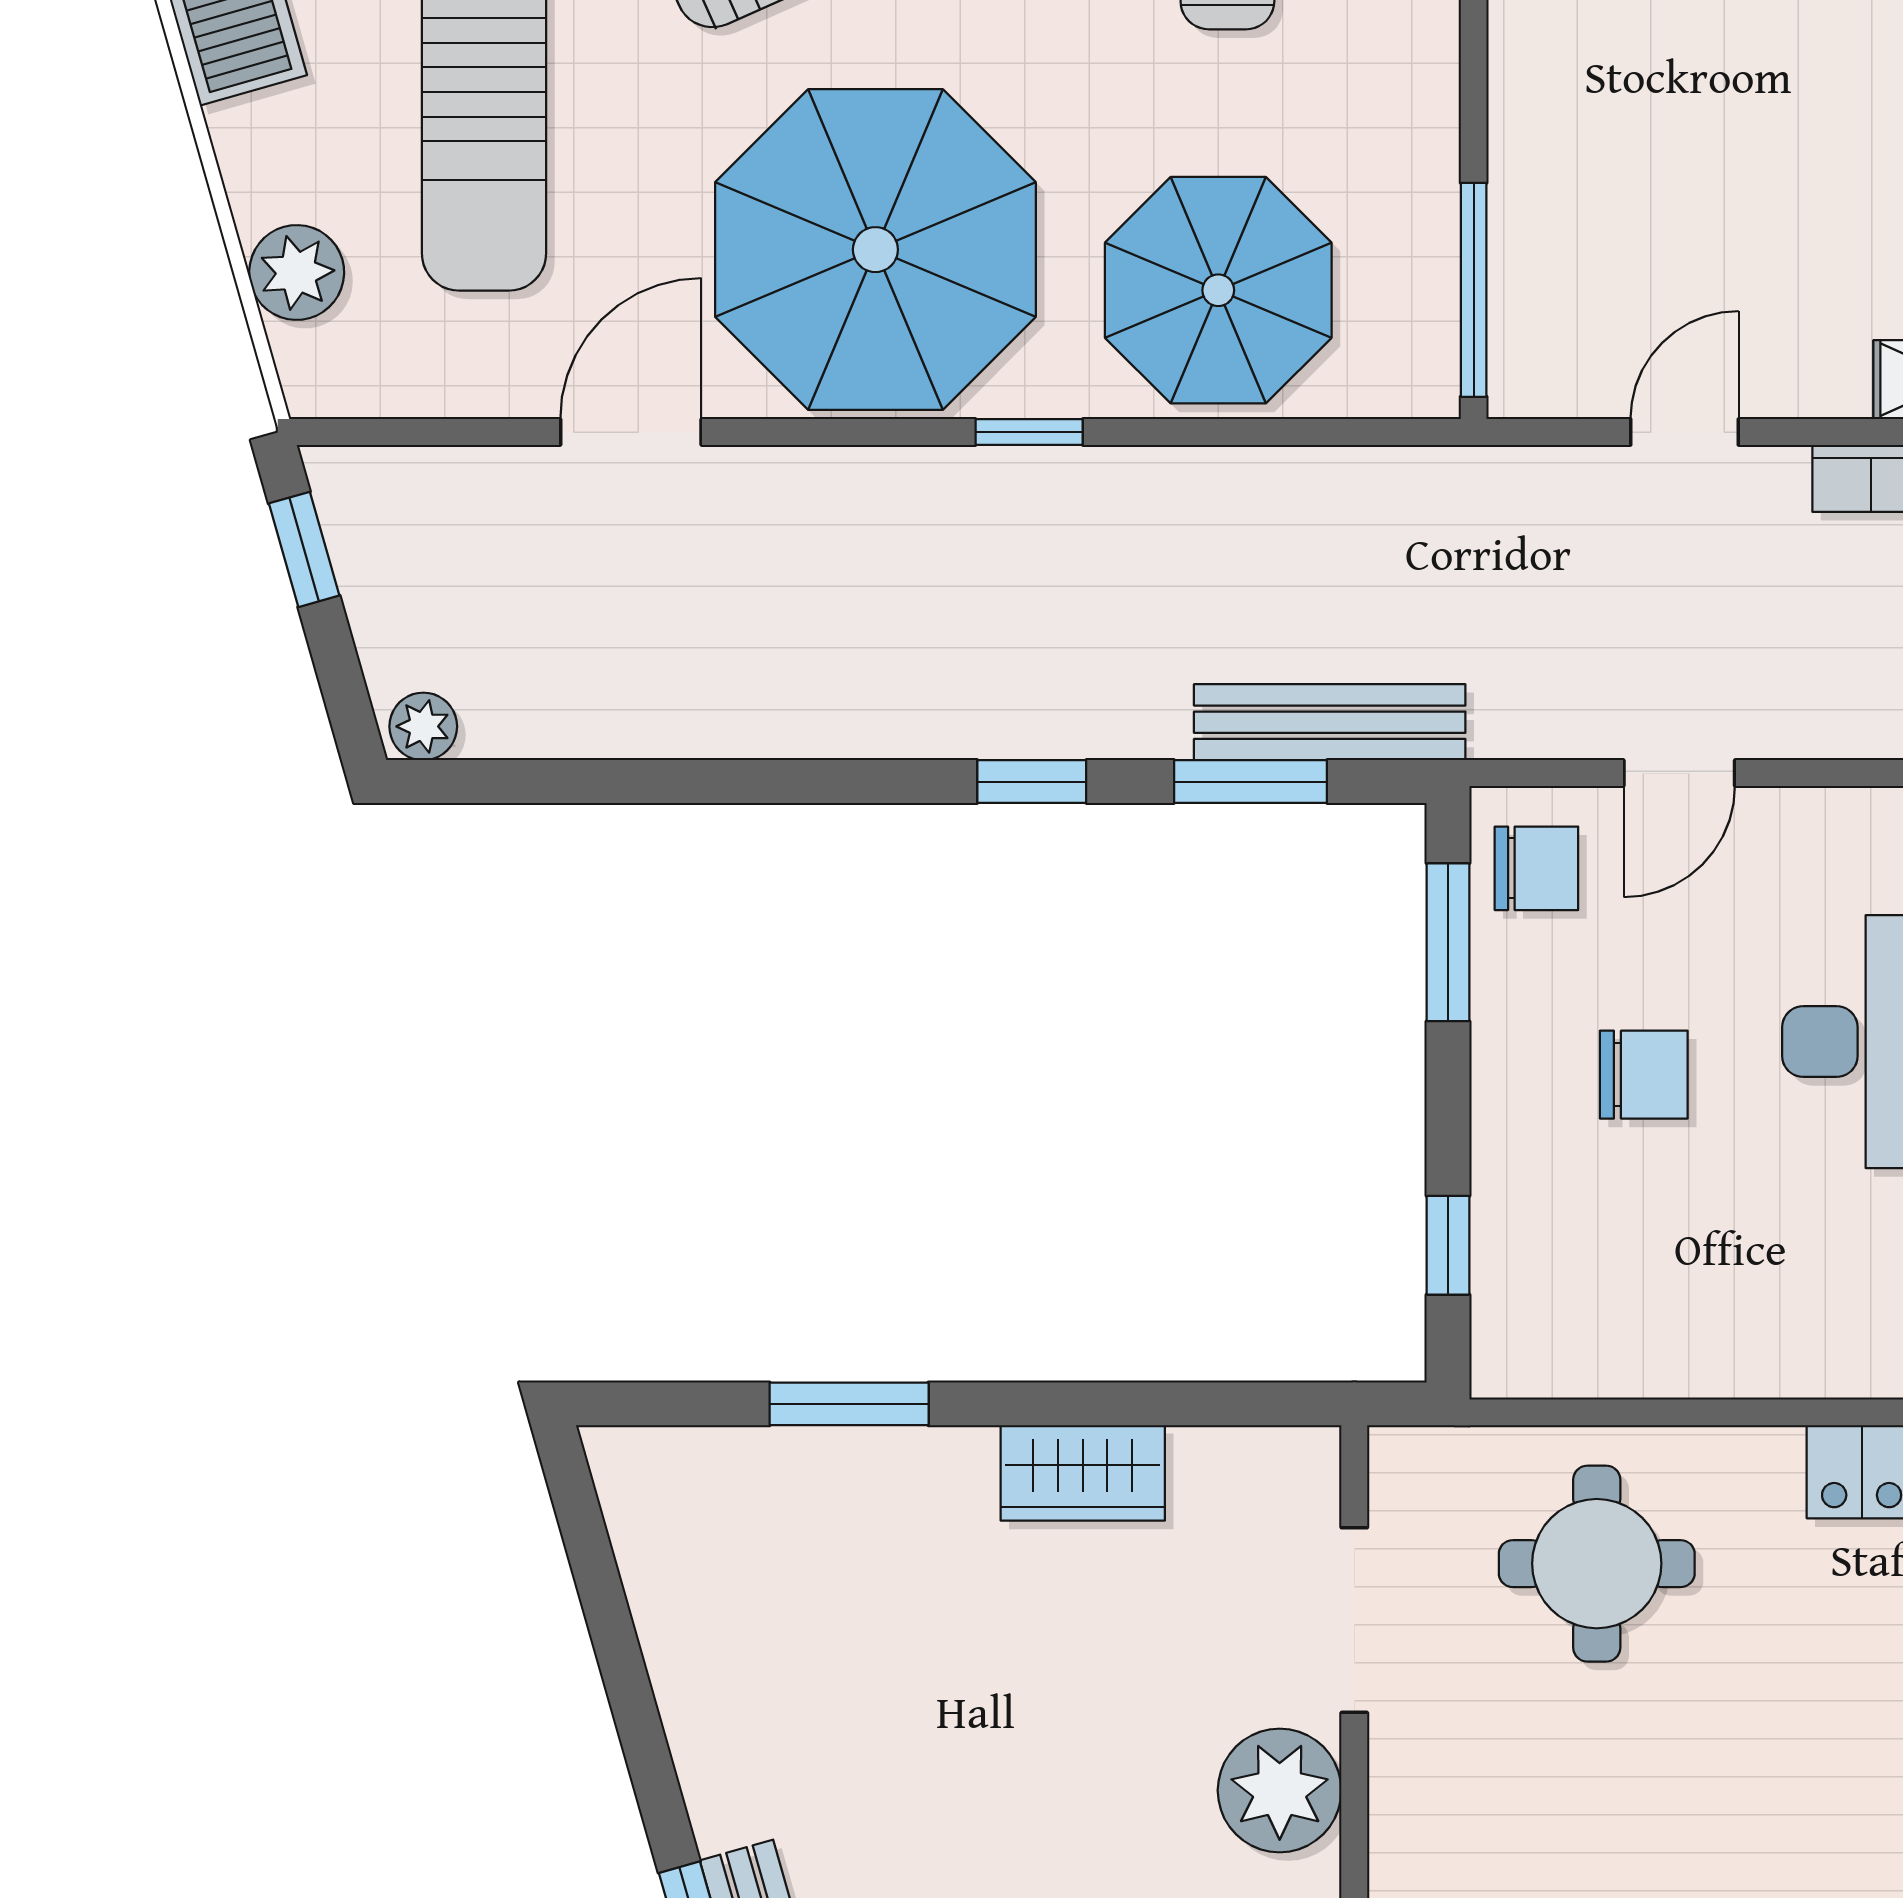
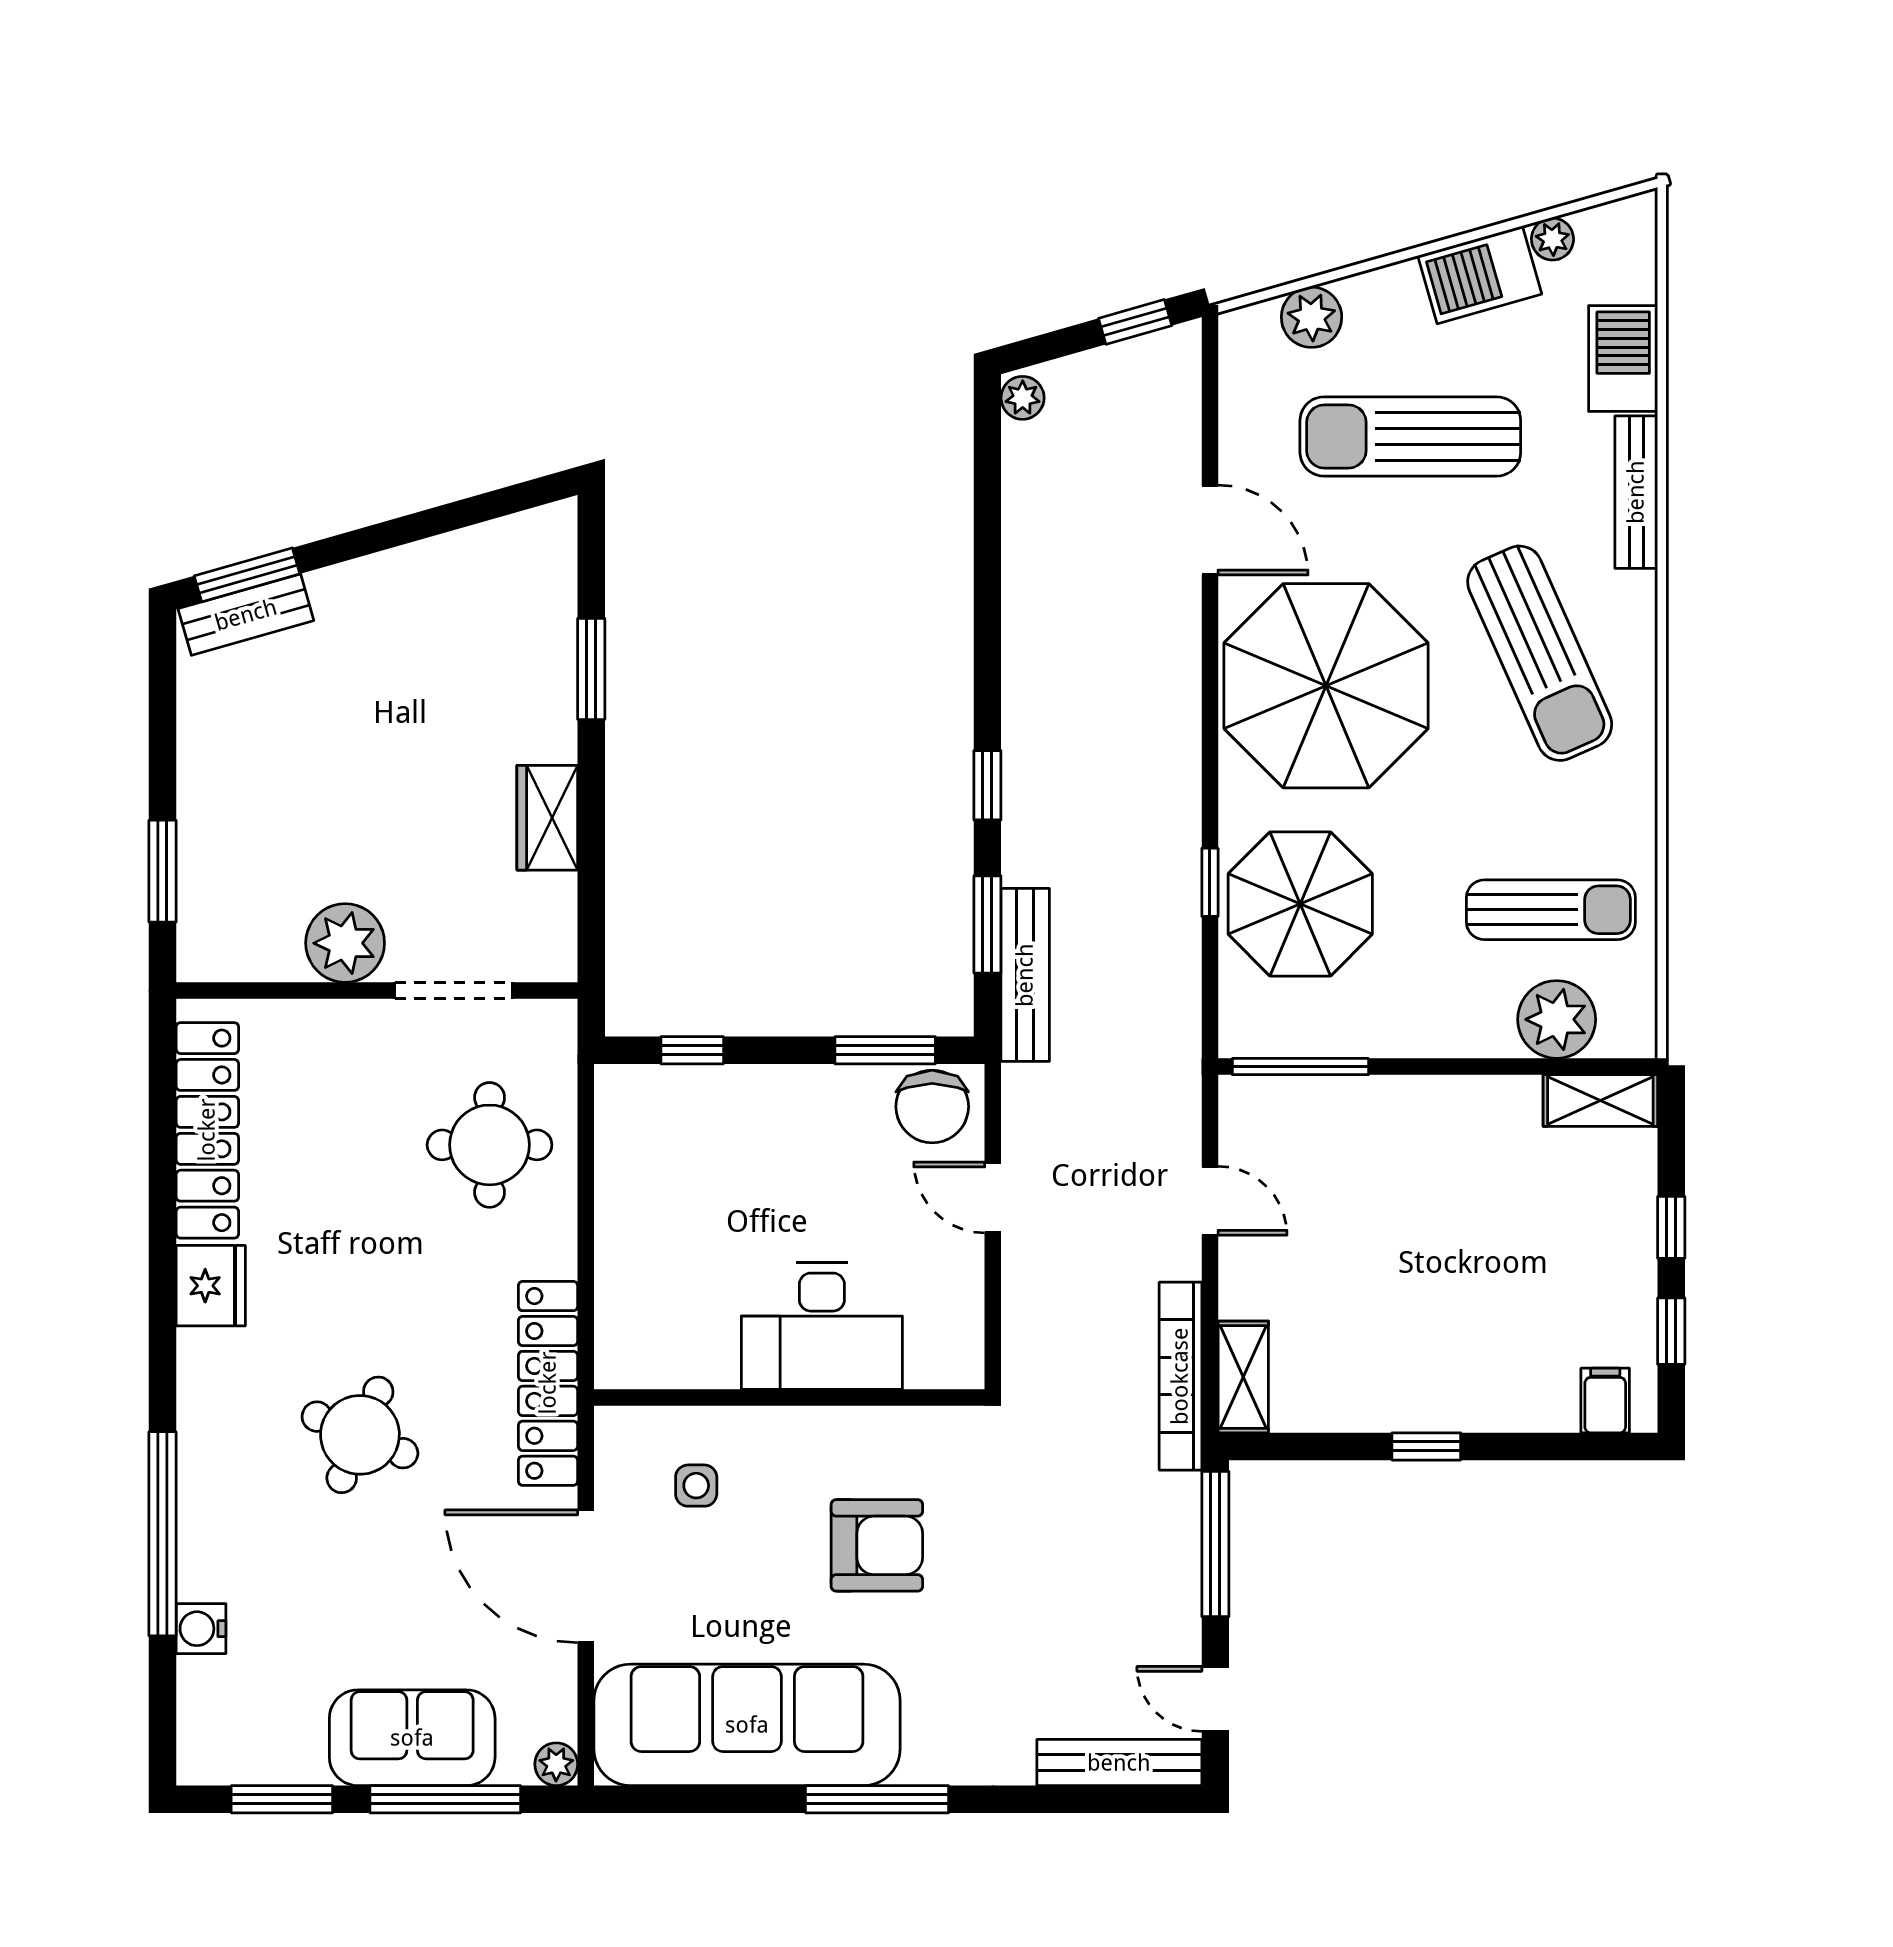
window: (1029, 432) -> (1210, 882), moved
chair: (1536, 868) -> (932, 1107), width x1.37, depth x1.37
chair: (1644, 1075) -> (801, 1175), removed

